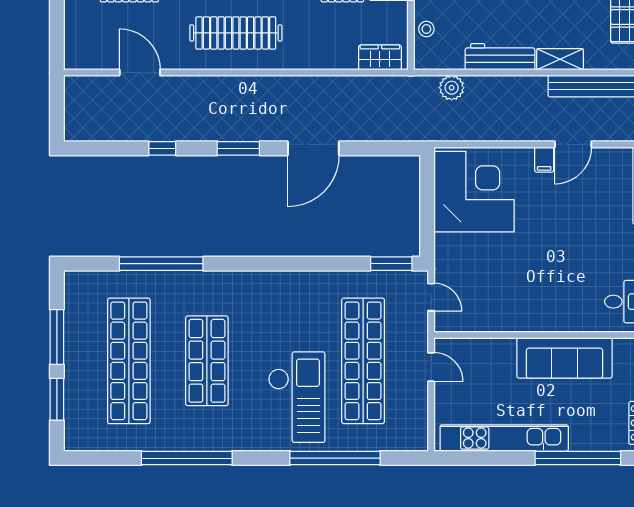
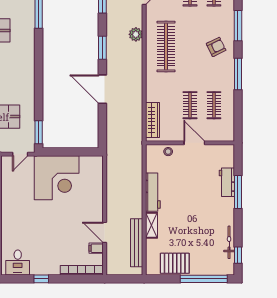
wardrobe: (380, 57) -> (152, 120), width x1.50
plant: (452, 88) -> (136, 34), moved
filing cabinet: (544, 160) -> (96, 248), moved
corner desk: (474, 192) -> (57, 178), moved

